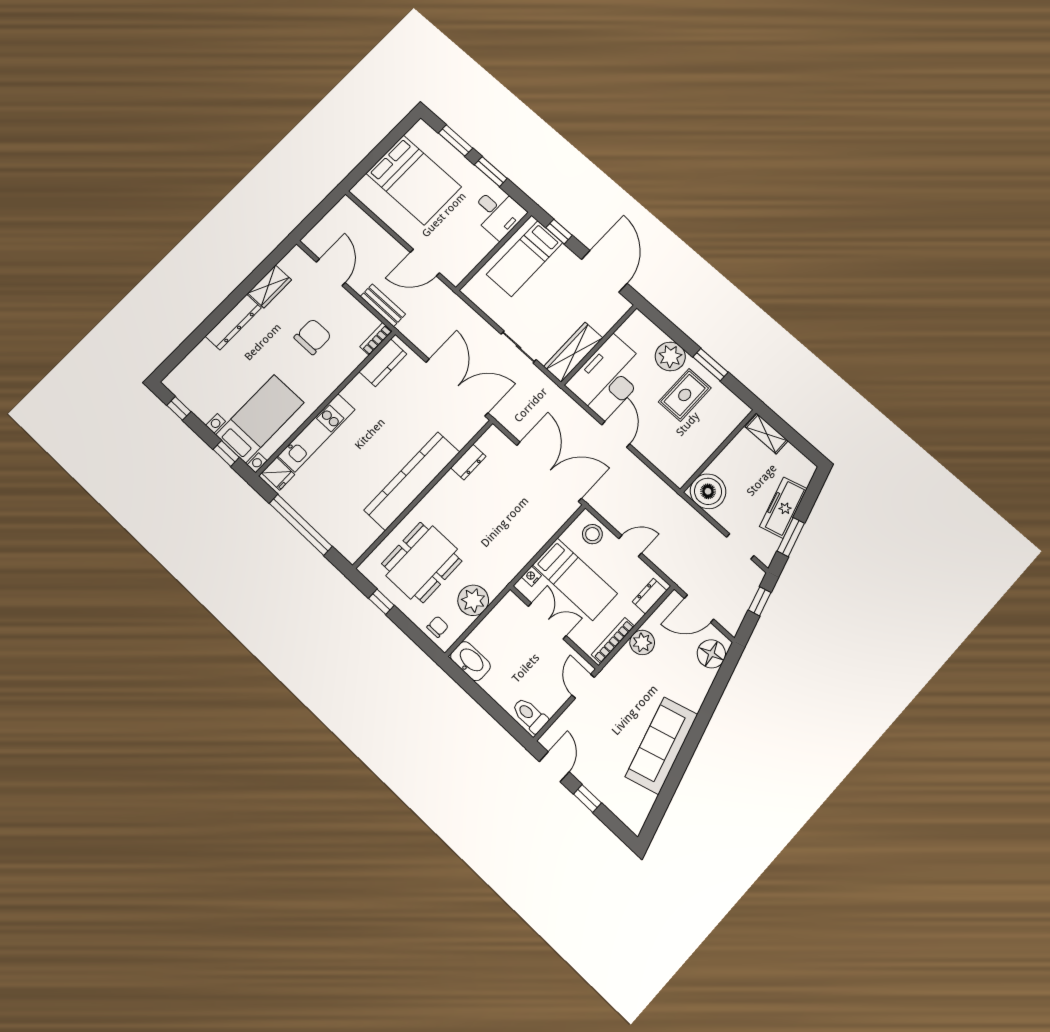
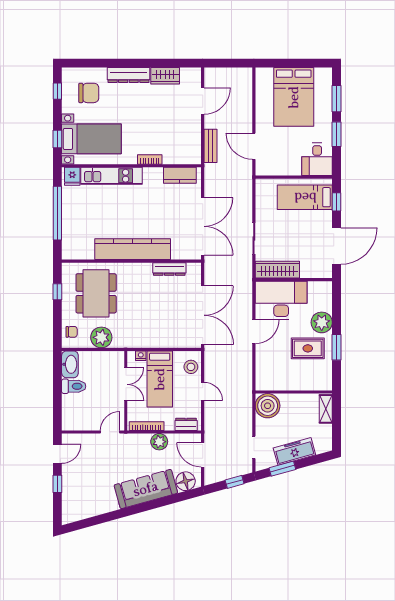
chair: (313, 337) -> (89, 93), moved
bookcase: (376, 339) -> (150, 159), moved
dresser: (468, 462) -> (169, 269), width x1.44
dining table: (422, 562) -> (96, 293), turned 90
toilet: (530, 715) -> (74, 386), moved, turned 90
sofa: (661, 745) -> (146, 489), moved

